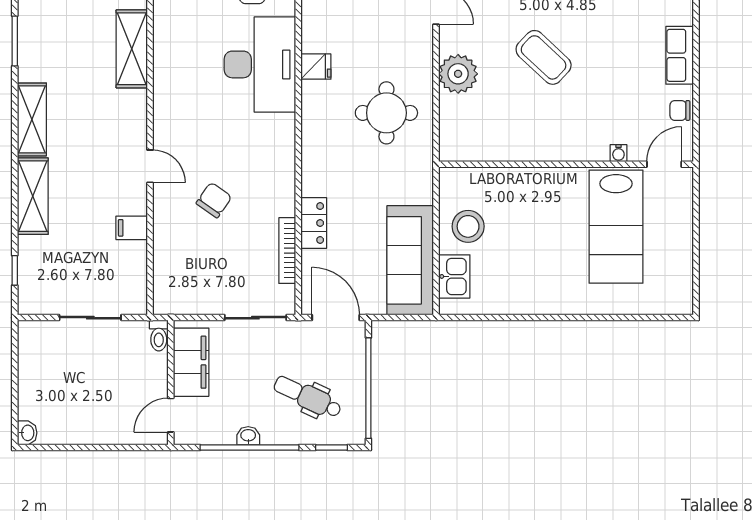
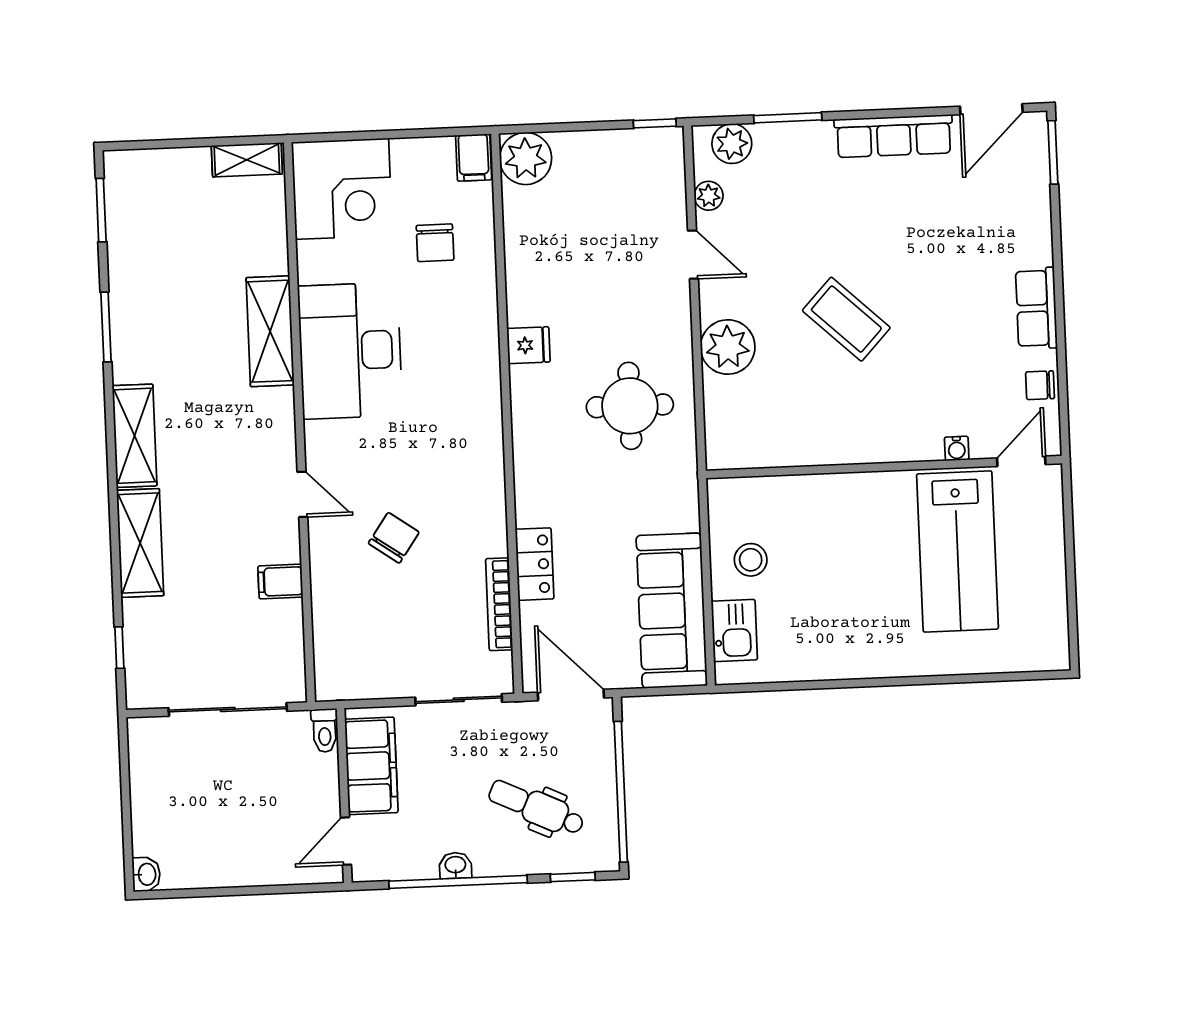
desk: (260, 64) -> (350, 351), moved, turned 180
stool: (468, 226) -> (751, 560), width x0.73, depth x0.73
sliding door: (90, 318) -> (228, 709), width x1.37

